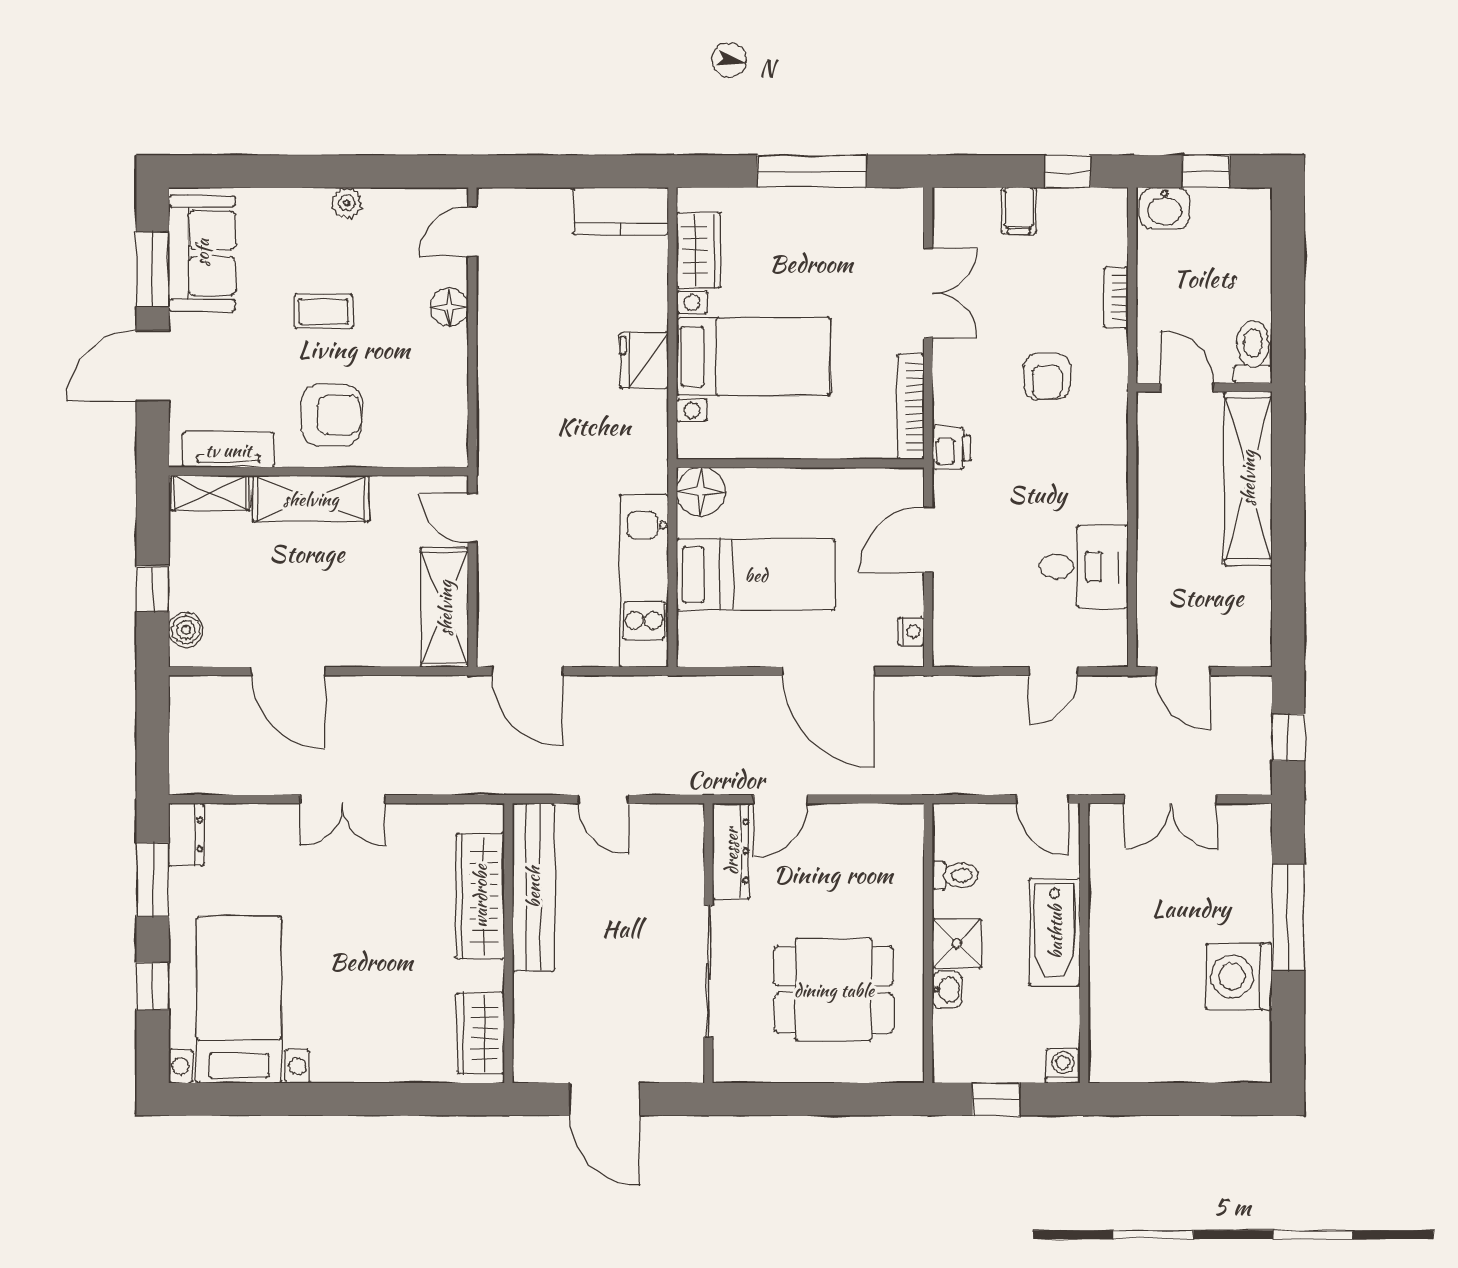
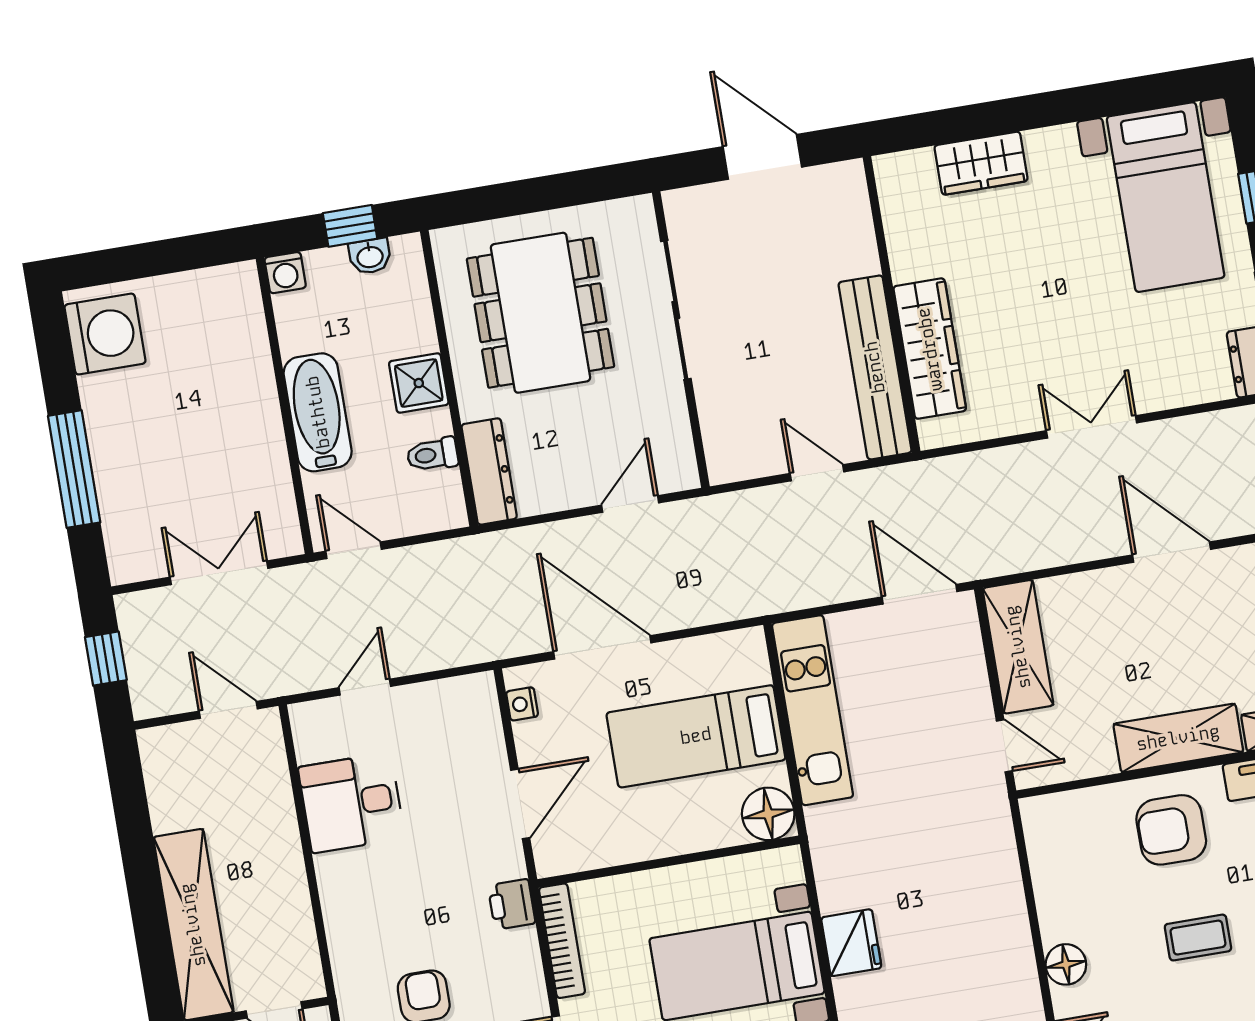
dresser: (731, 851) -> (489, 471), moved, turned 180
washing machine: (1239, 976) -> (105, 334), moved
dining table: (834, 990) -> (540, 313), width x1.38
washbasin: (947, 990) -> (370, 256), moved, turned -90
wardrobe: (481, 1033) -> (981, 163), moved, turned 90

